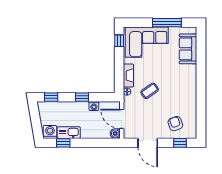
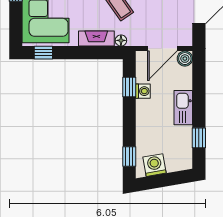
window: (82, 97) -> (129, 87), moved
washing machine: (50, 132) -> (155, 165), moved, turned 80
kitchen sink: (69, 133) -> (183, 108), moved

